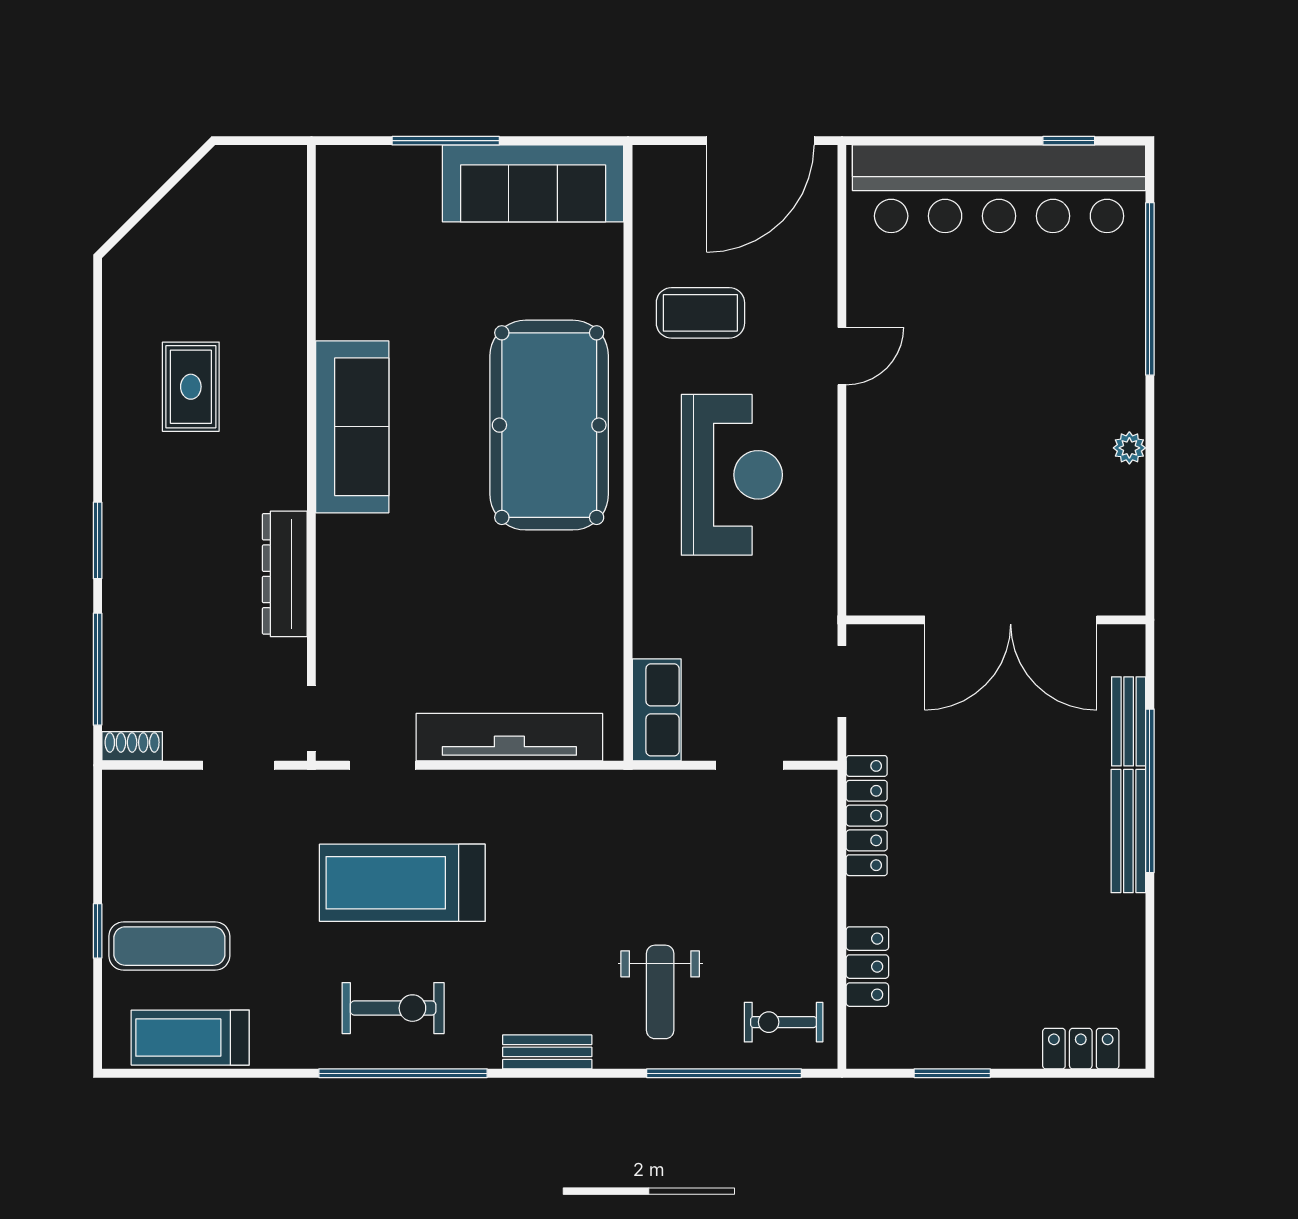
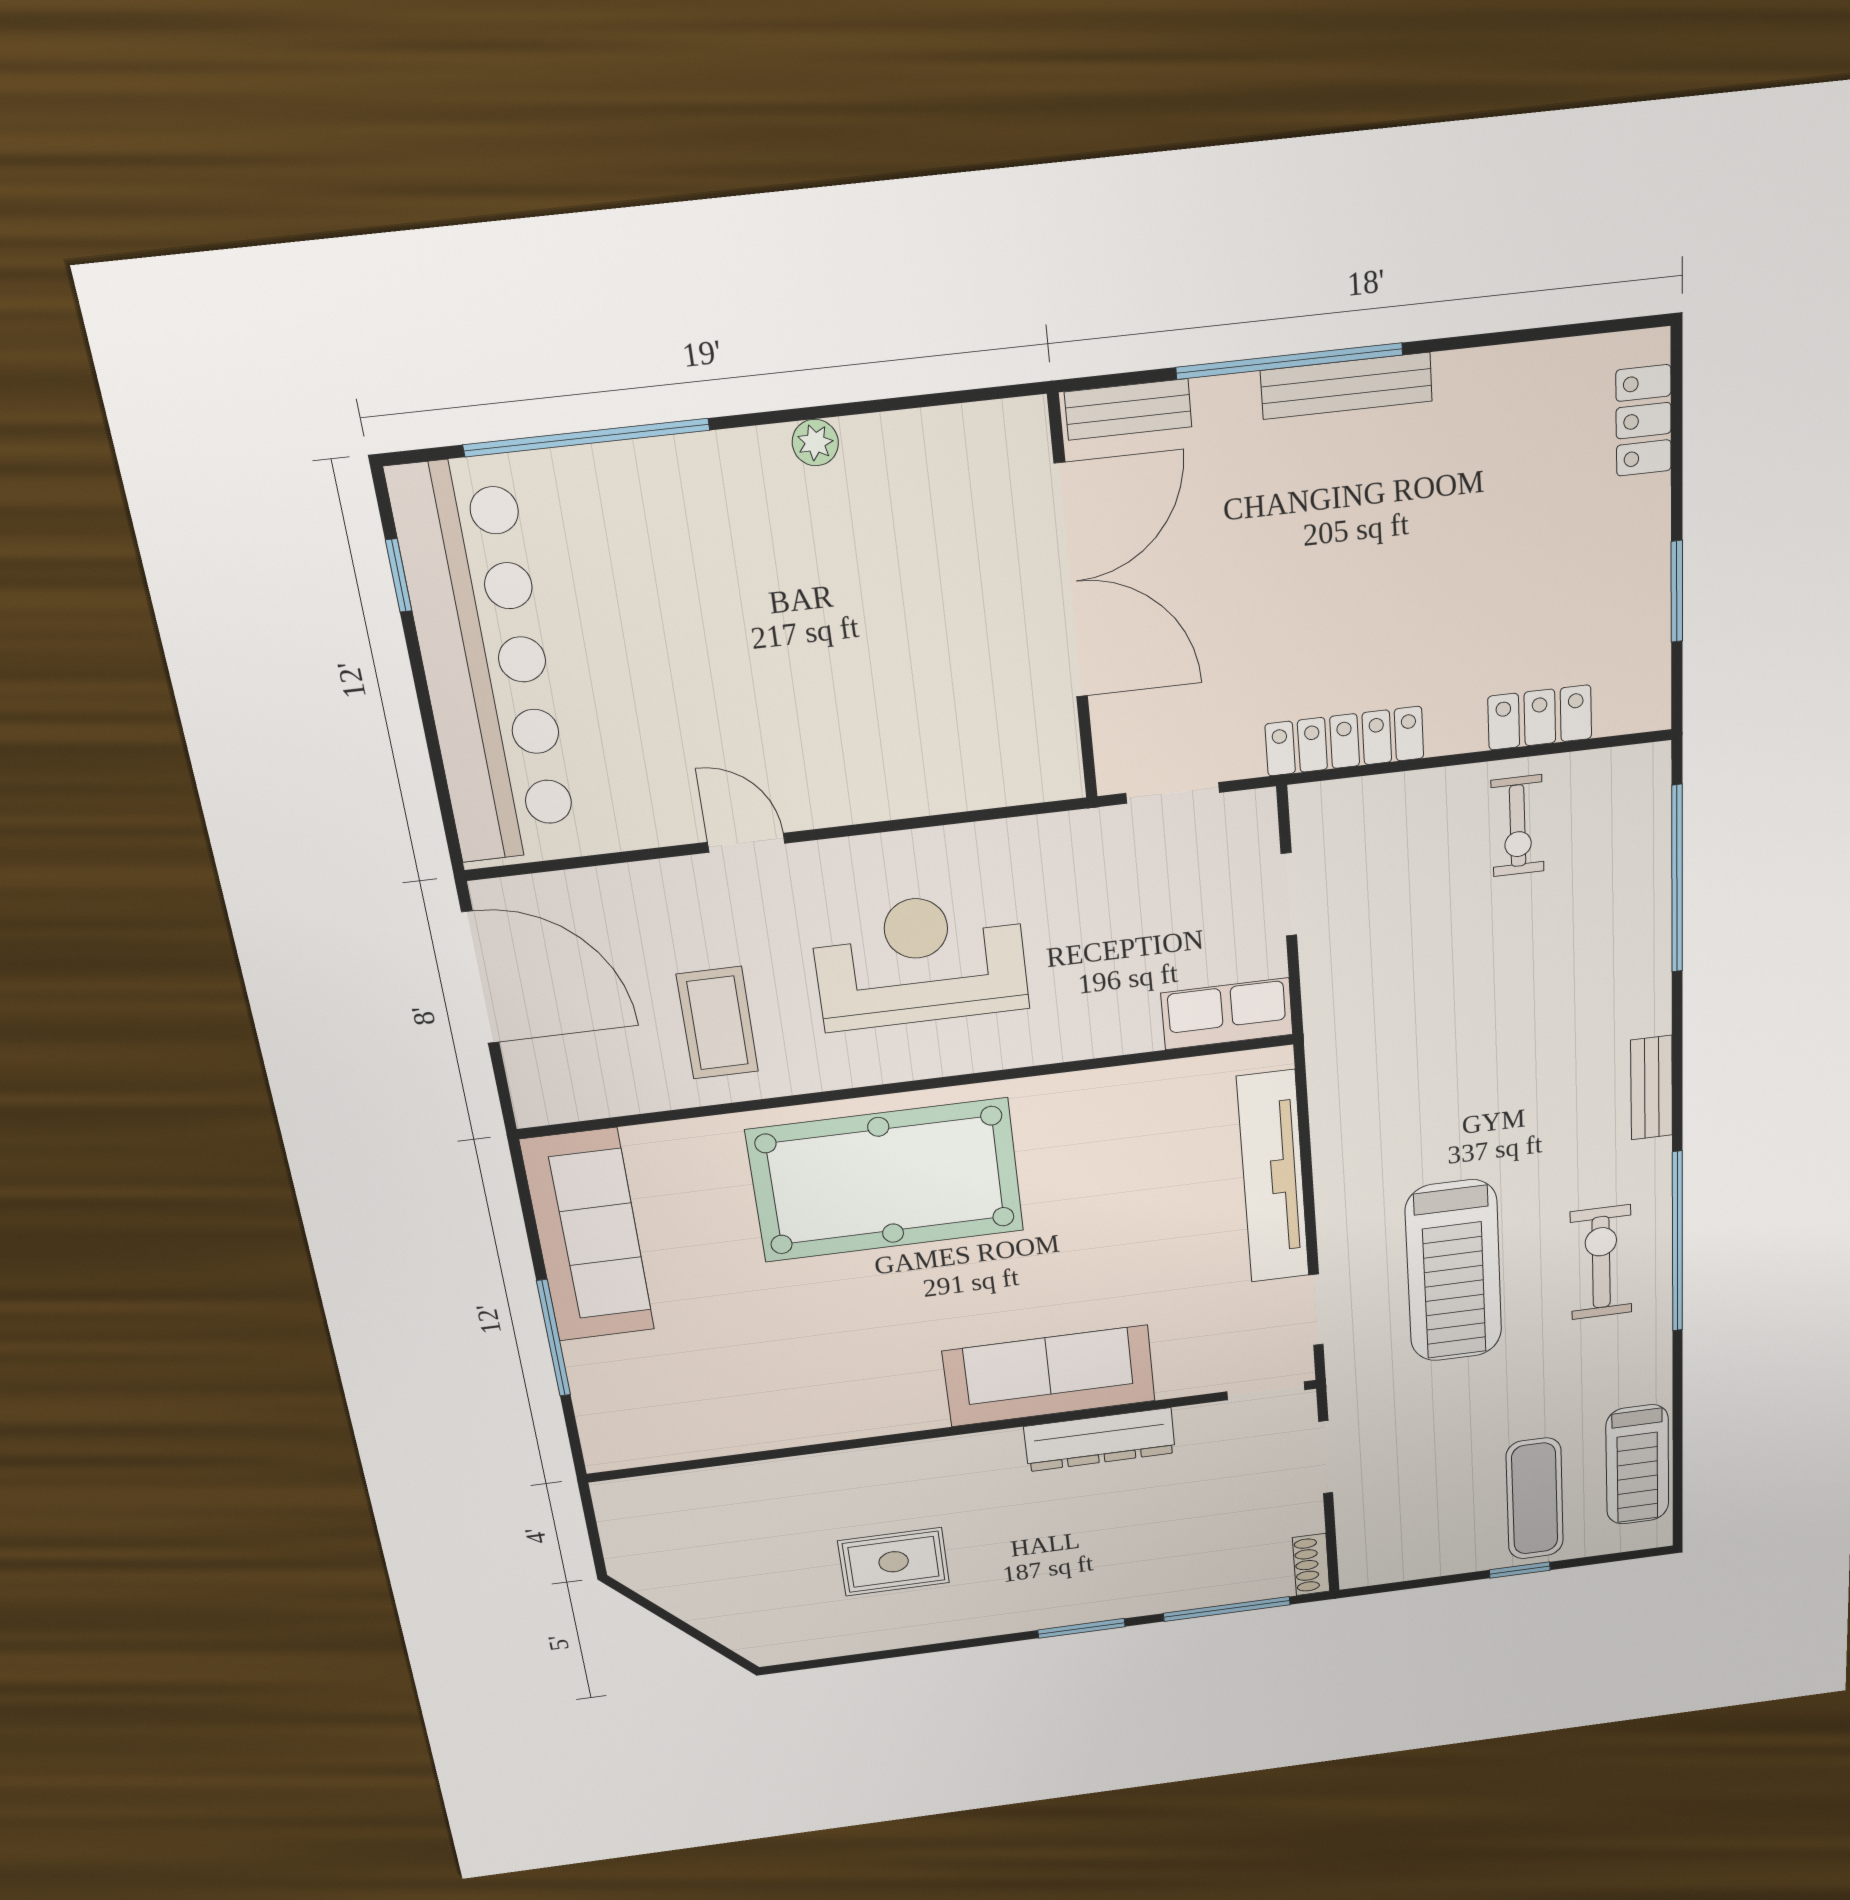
sofa: (352, 427) -> (1049, 1376), moved
bench: (1129, 721) -> (1128, 409), moved
weight bench: (660, 992) -> (1577, 967), removed
exercise bike: (784, 1022) -> (1518, 826), moved

